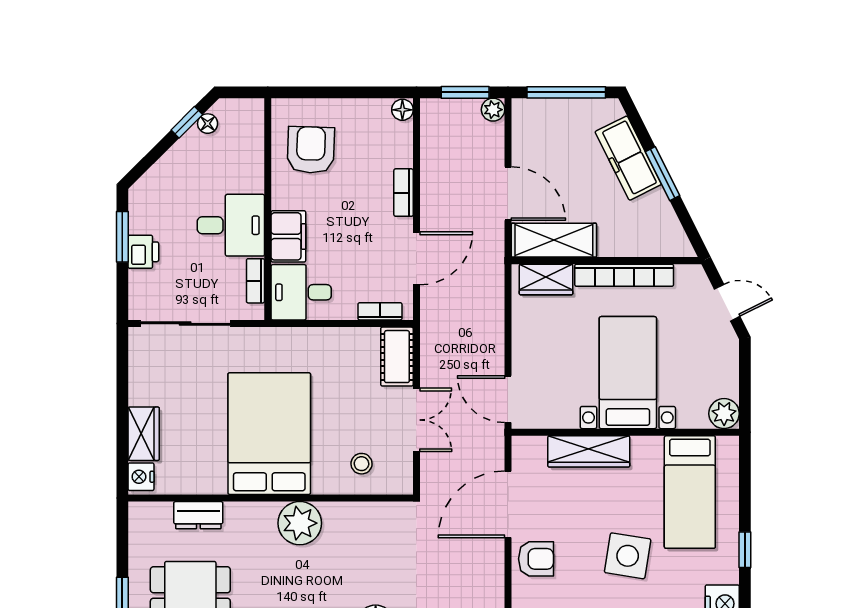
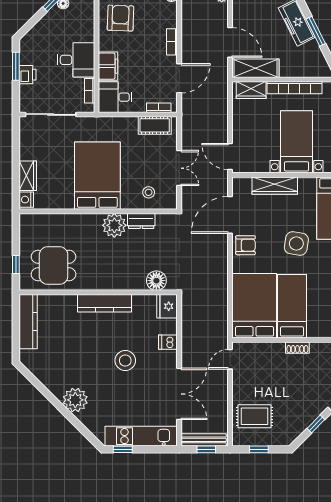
cot: (397, 357) -> (155, 125), moved, turned 90
dresser: (198, 515) -> (141, 221), moved

